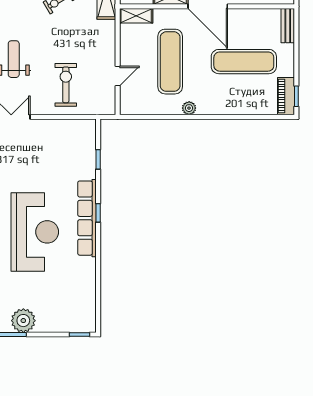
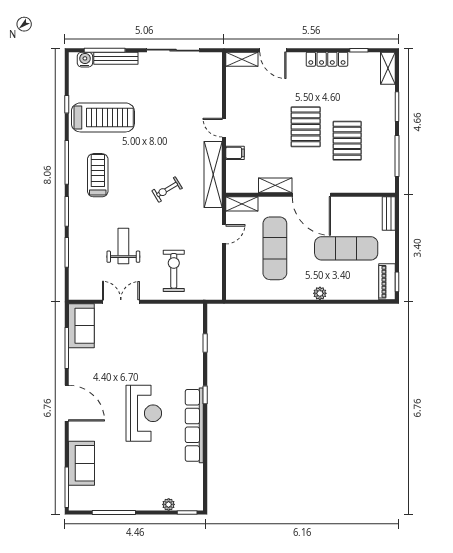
door: (118, 76) -> (224, 234), moved
plant: (189, 108) -> (320, 293), moved
row of seats: (87, 218) -> (194, 425), moved
reception desk: (35, 232) -> (144, 413), width x0.74, depth x0.77
plant: (23, 321) -> (169, 504), moved, width x0.53, depth x0.53

